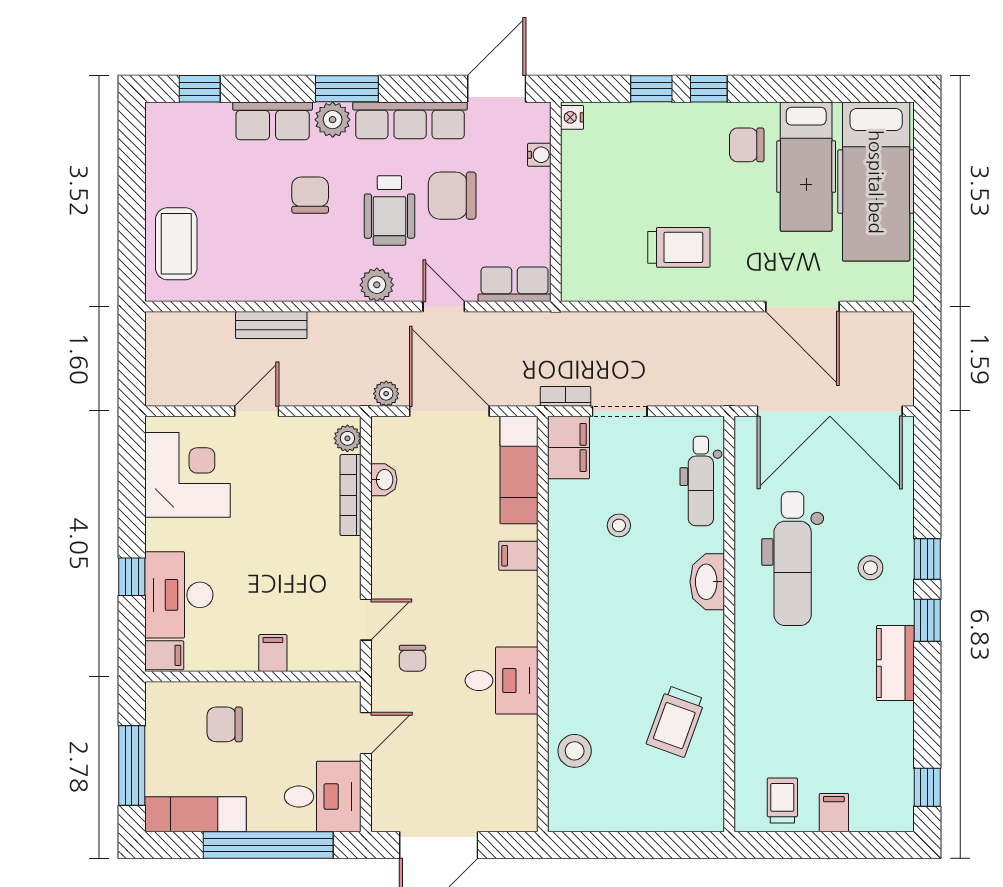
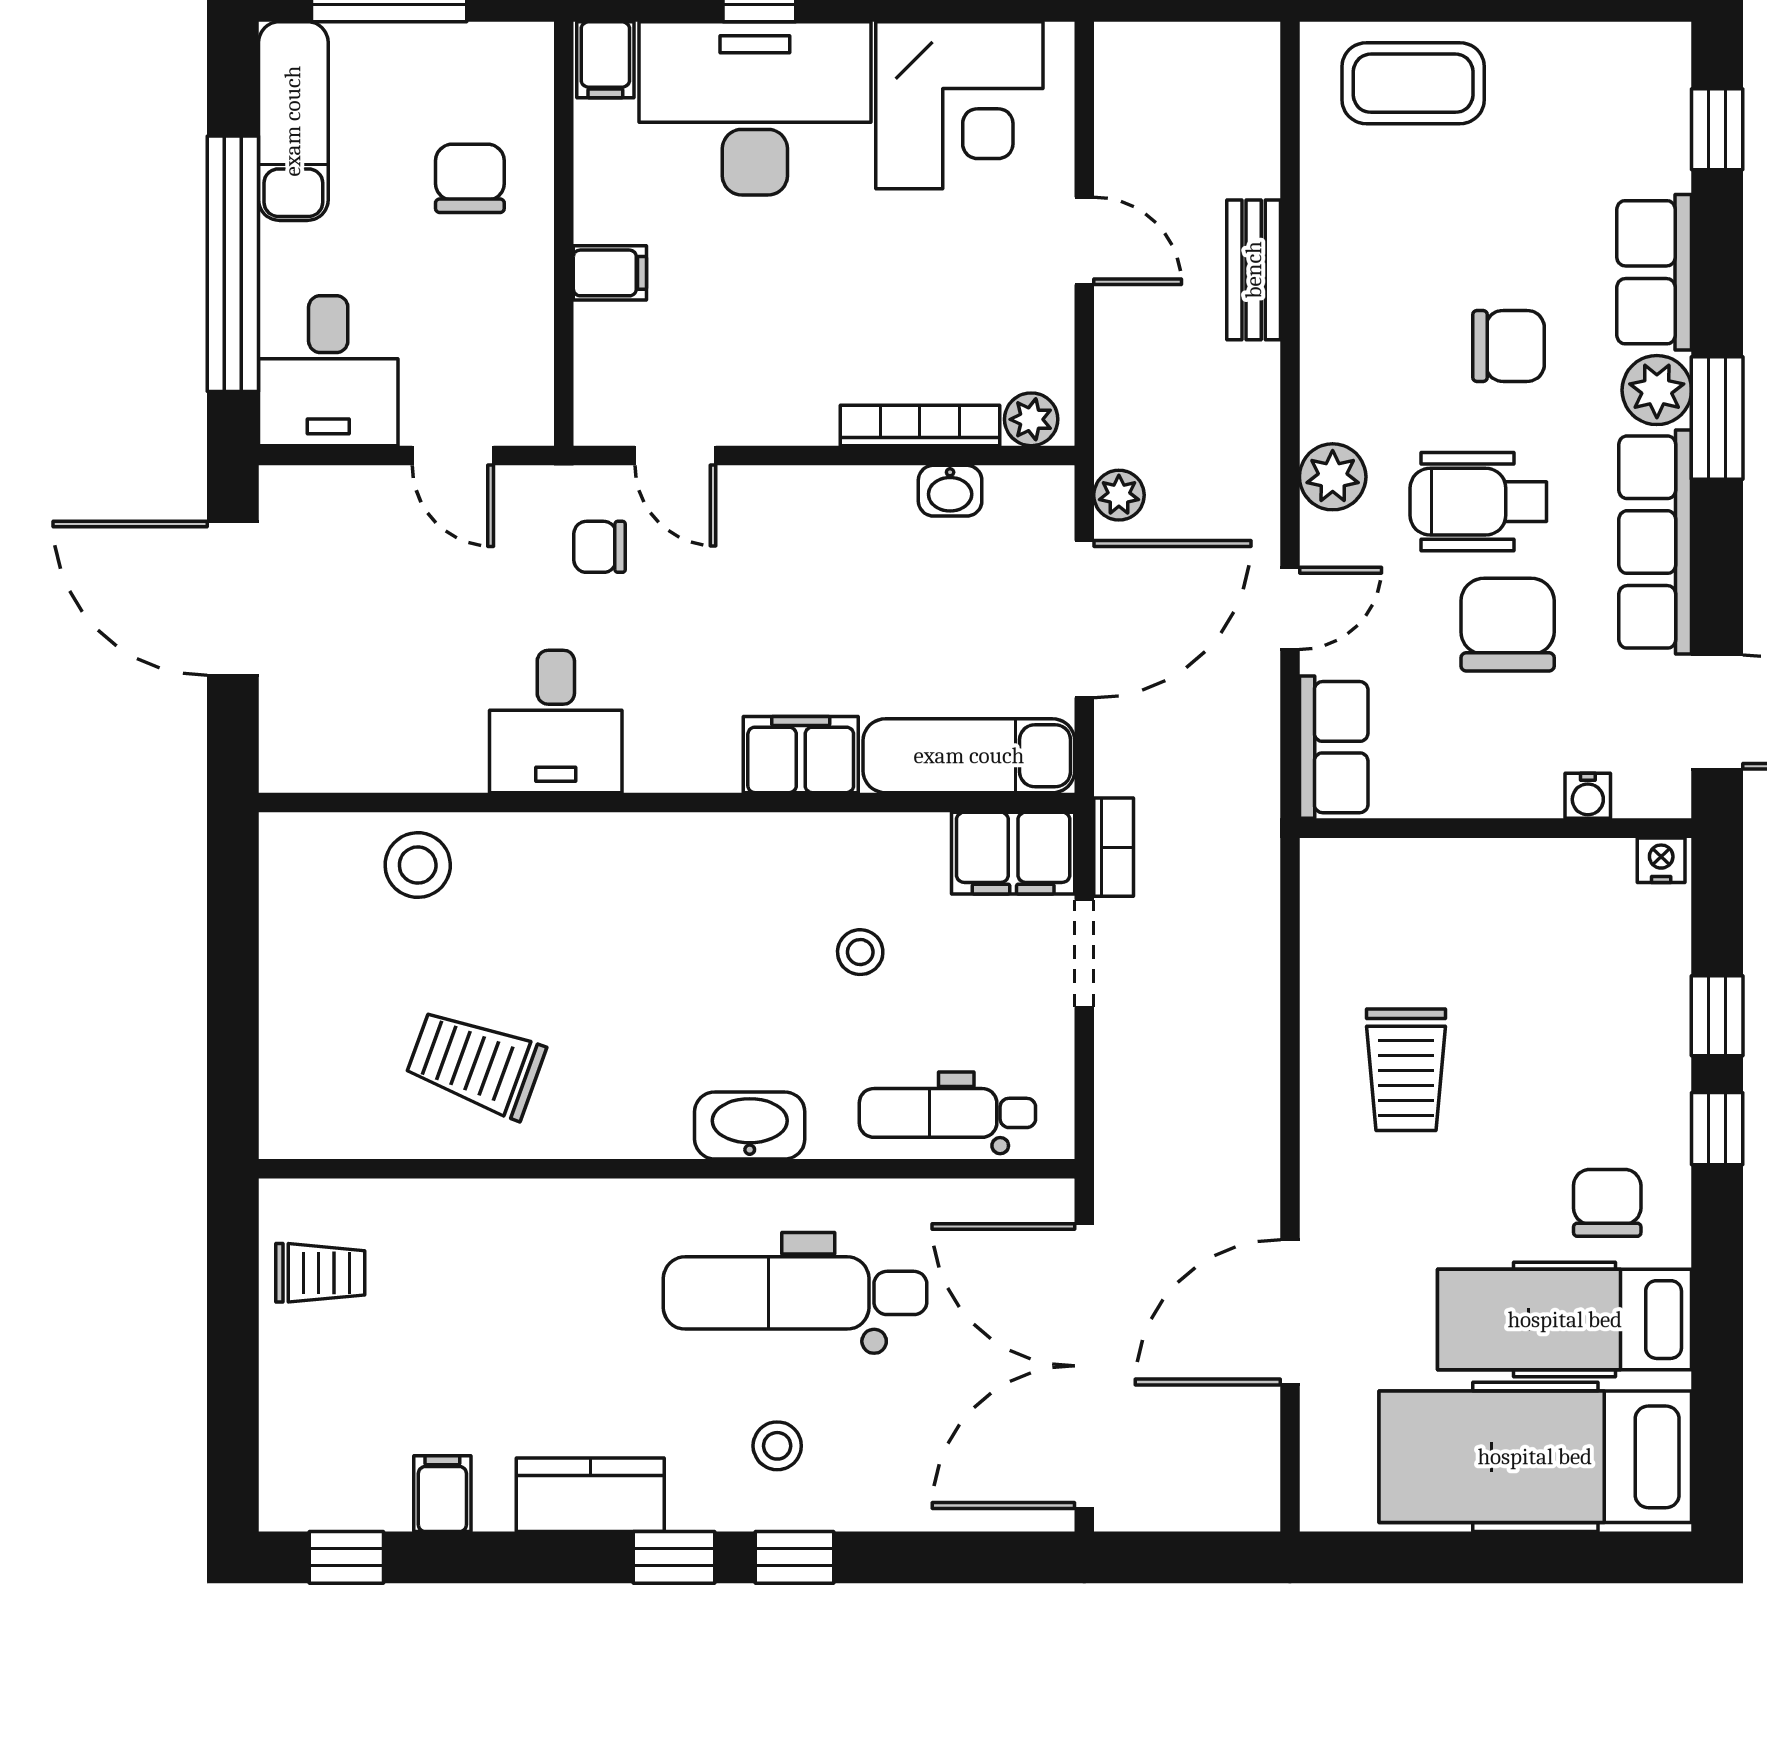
filing cabinet: (518, 556) -> (801, 755), width x2.00
desk: (179, 595) -> (755, 108), width x1.36, depth x1.30
filing cabinet: (834, 813) -> (442, 1494), moved, turned -90

